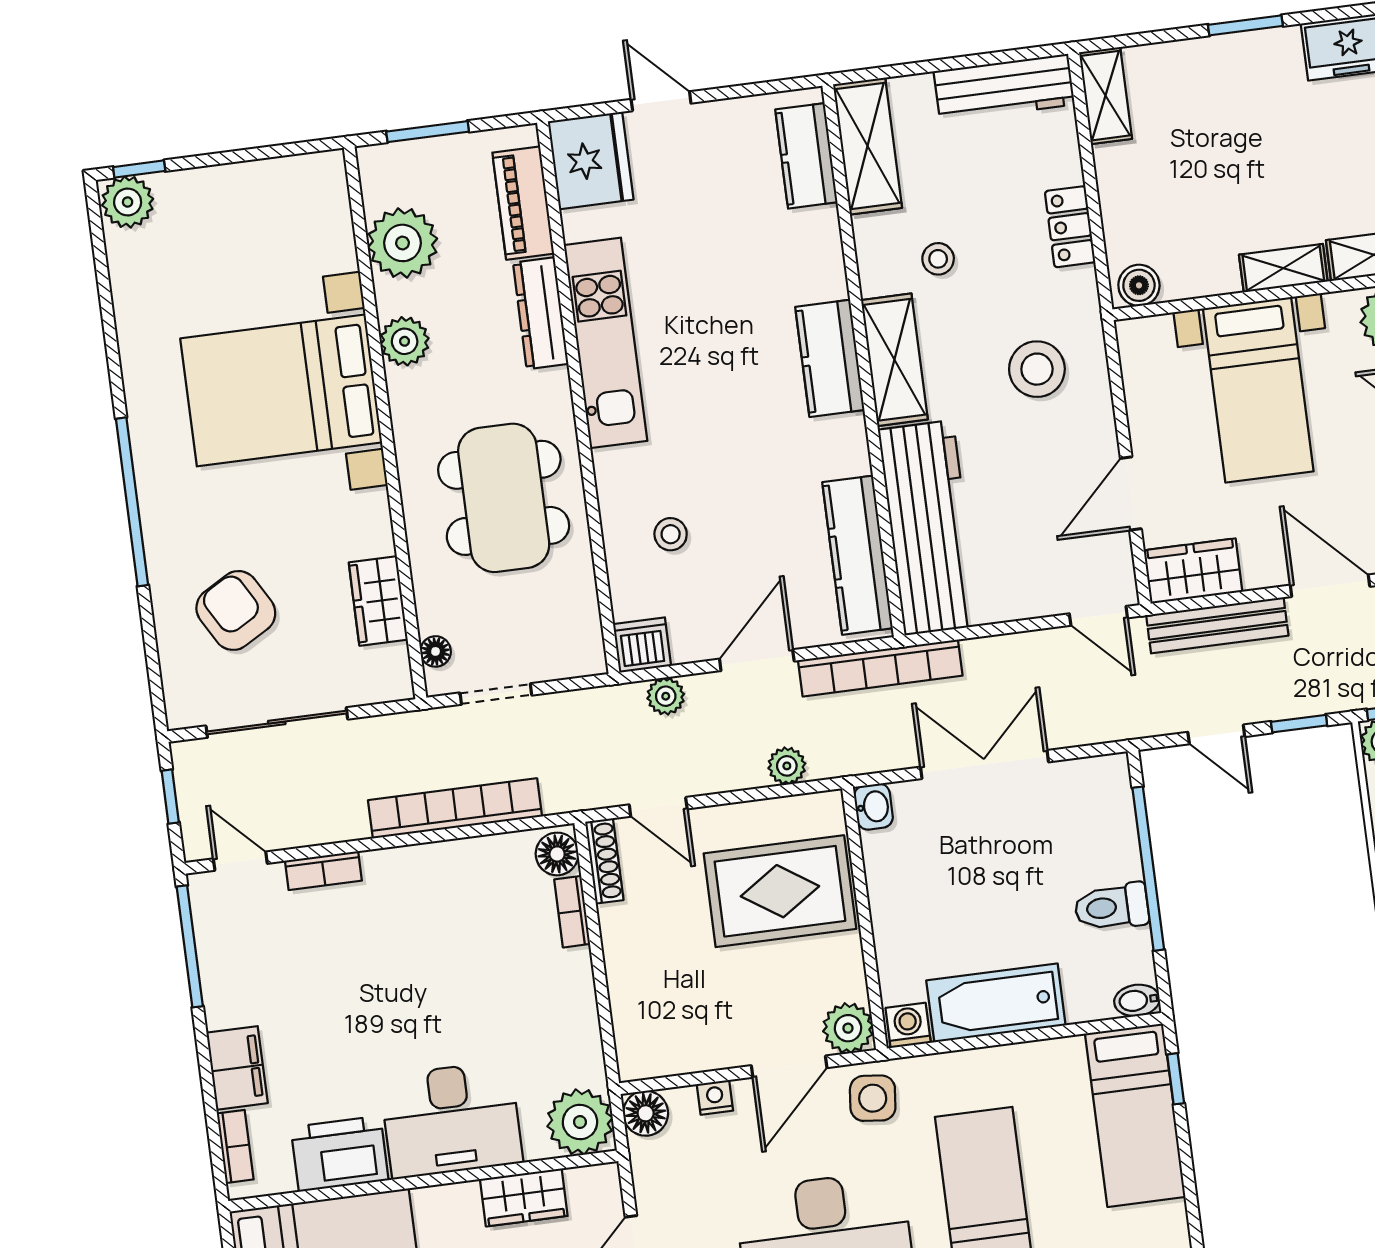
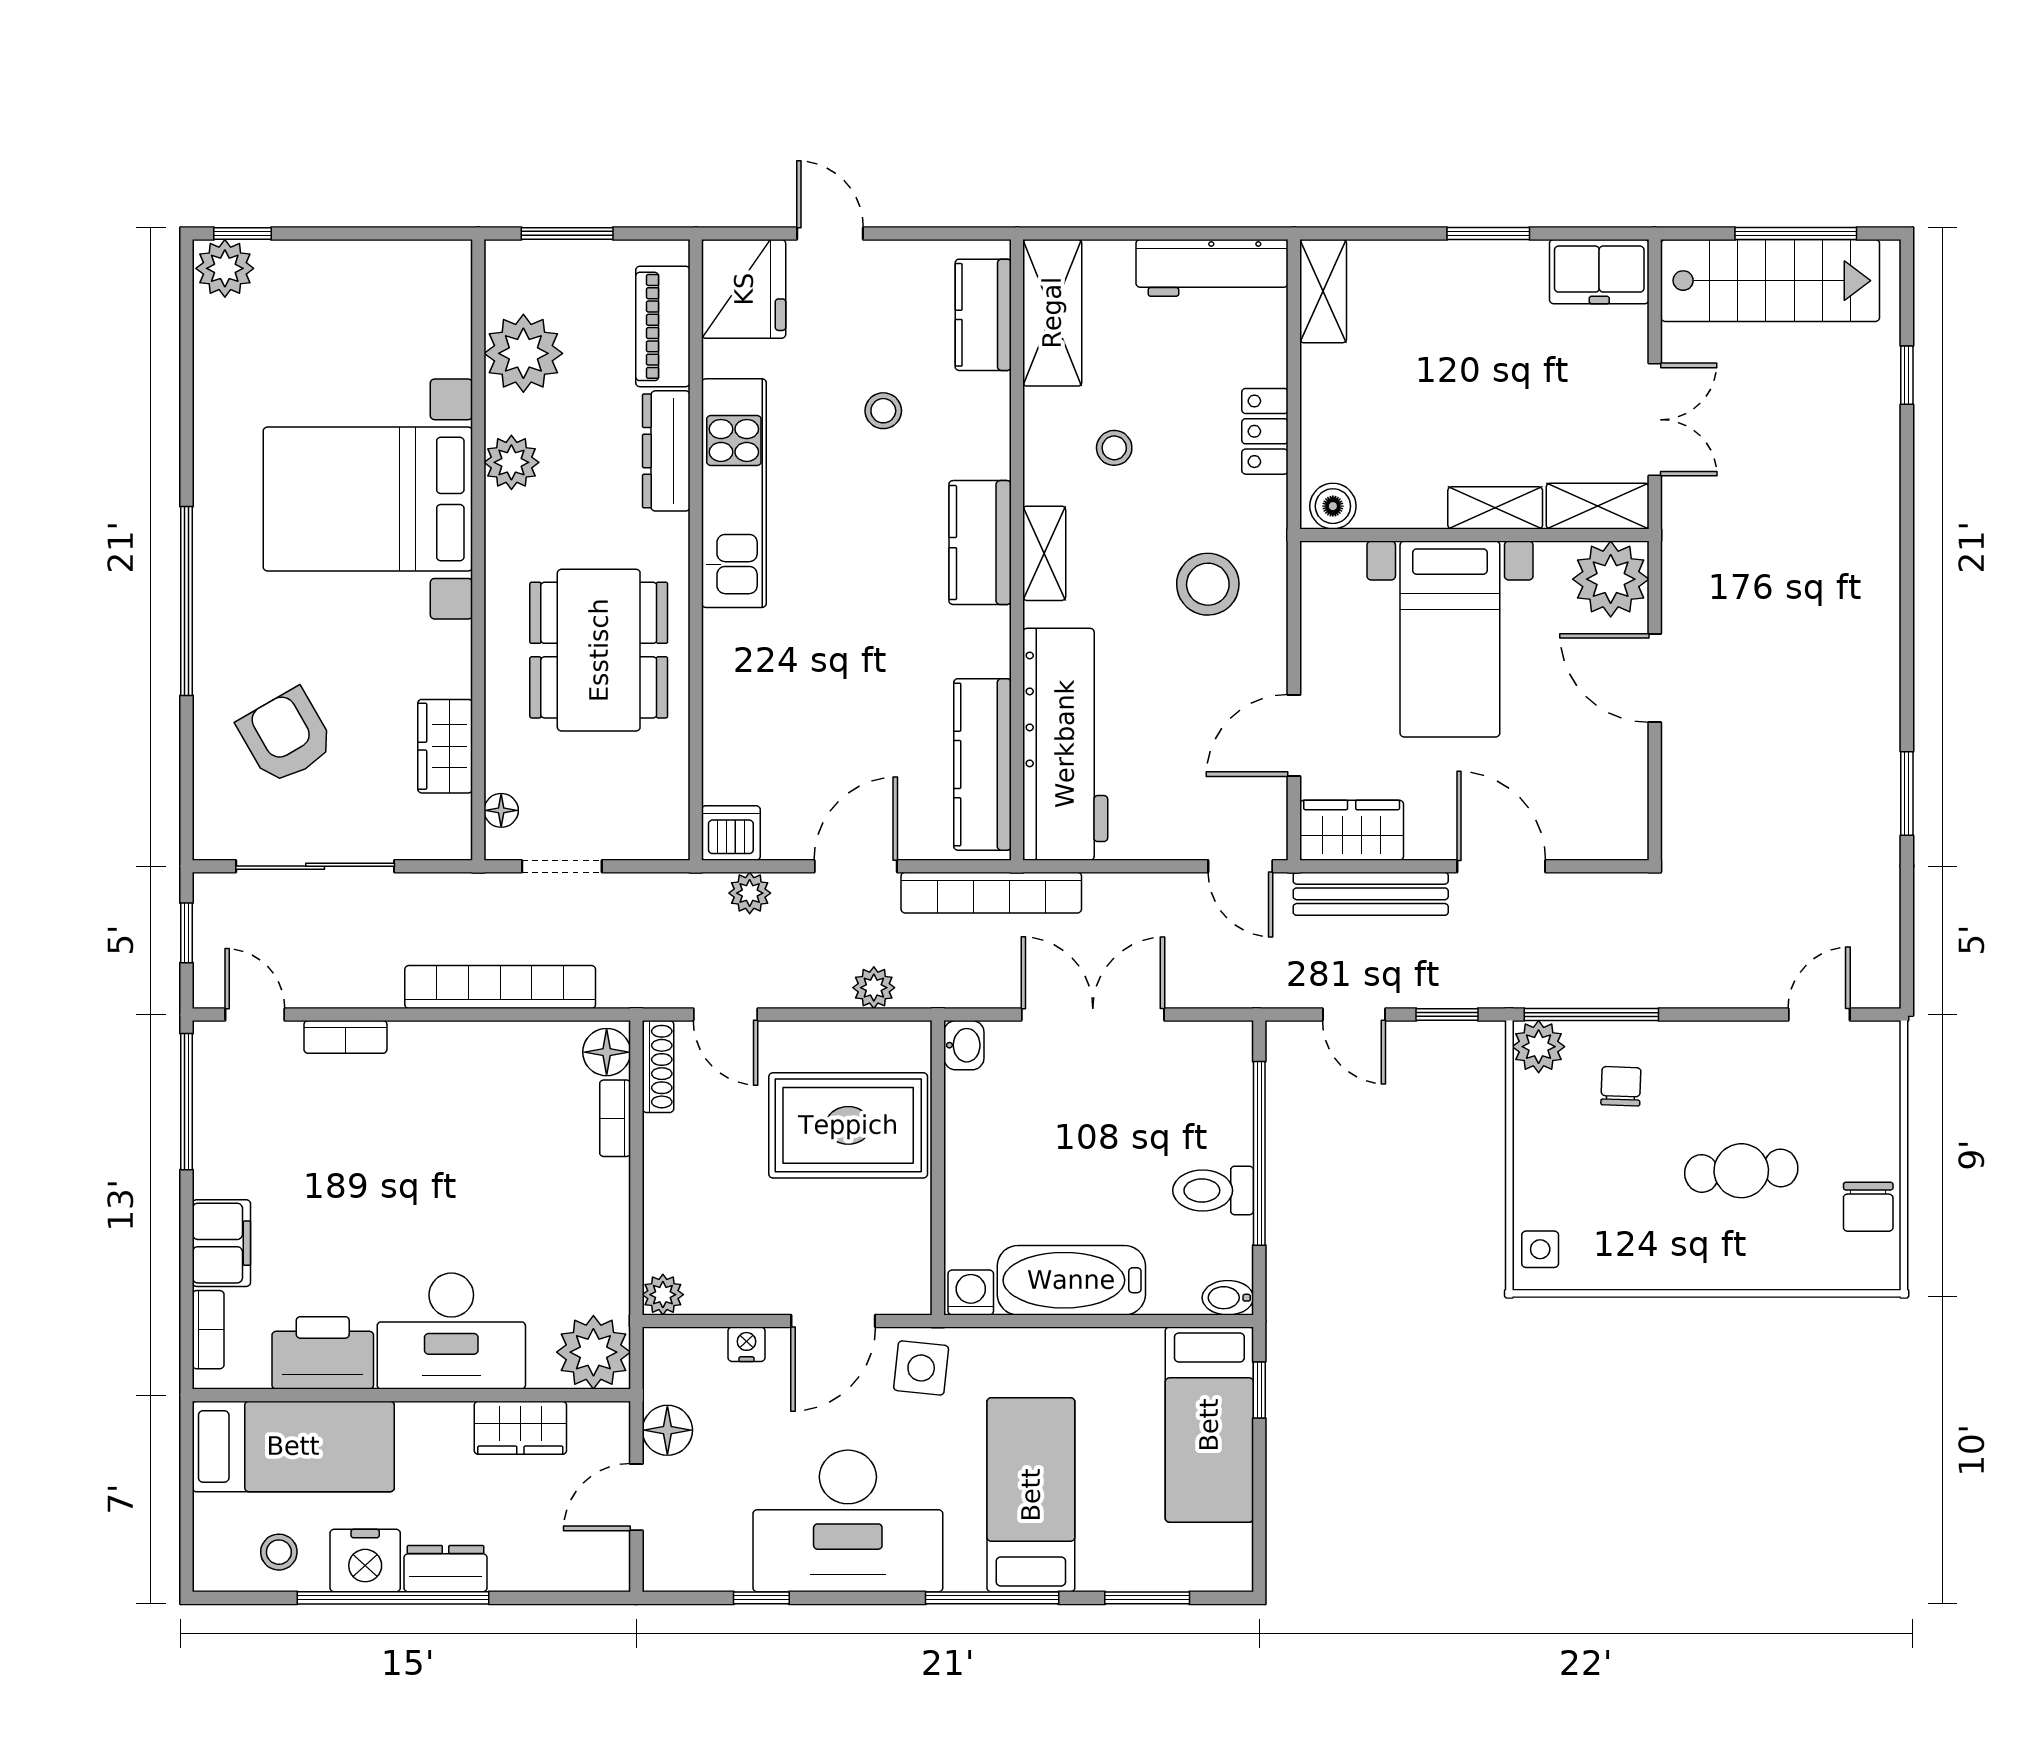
shelving: (894, 360) -> (1044, 553), width x0.67, depth x0.75
stool: (671, 534) -> (883, 411), moved
plant: (848, 1028) -> (663, 1295), moved, width x0.73, depth x0.73
floor lamp: (646, 1113) -> (667, 1430), moved

